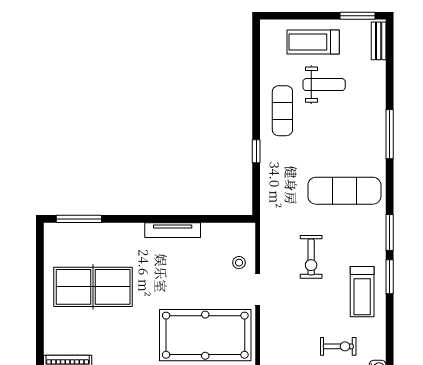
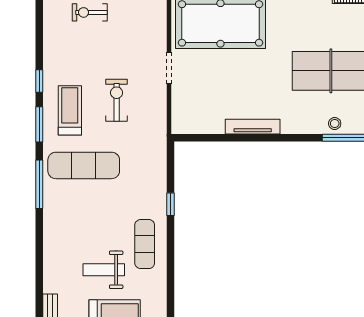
window: (390, 134) -> (39, 184), moved
stool: (239, 263) -> (335, 124), moved
window: (390, 277) -> (39, 81), width x0.67
treadmill: (362, 292) -> (70, 110), moved

